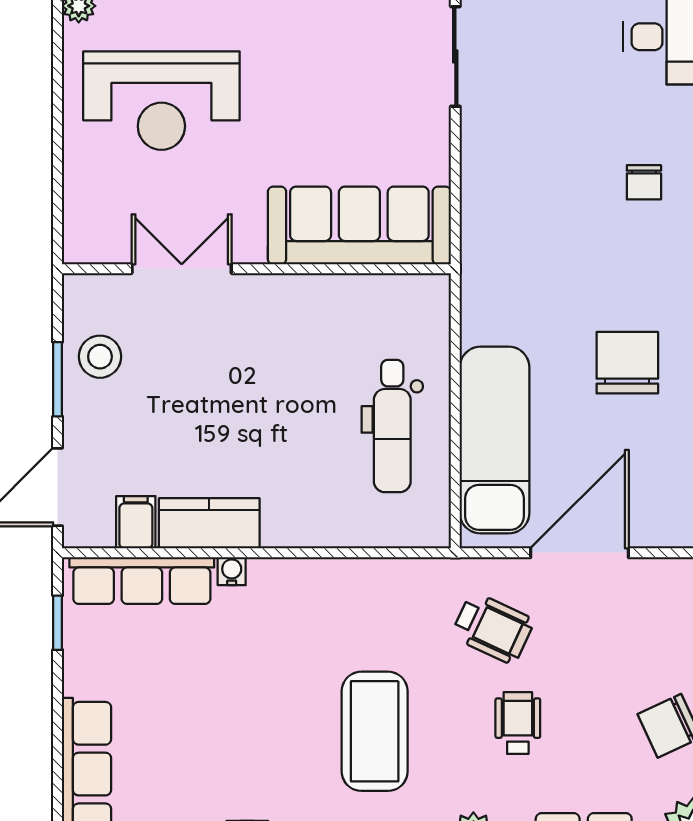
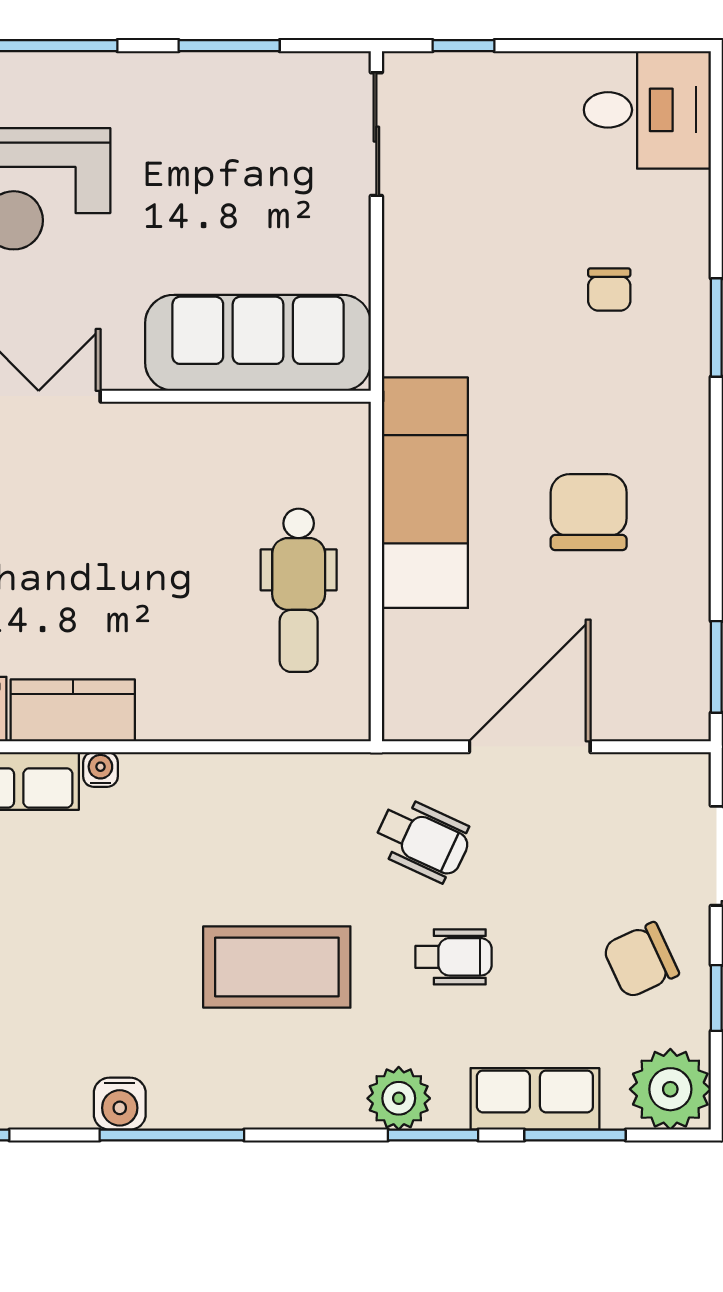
exam couch: (495, 440) -> (425, 493), moved
wheelchair: (518, 723) -> (454, 957), turned 90
coffee table: (375, 731) -> (277, 967), turned 90

